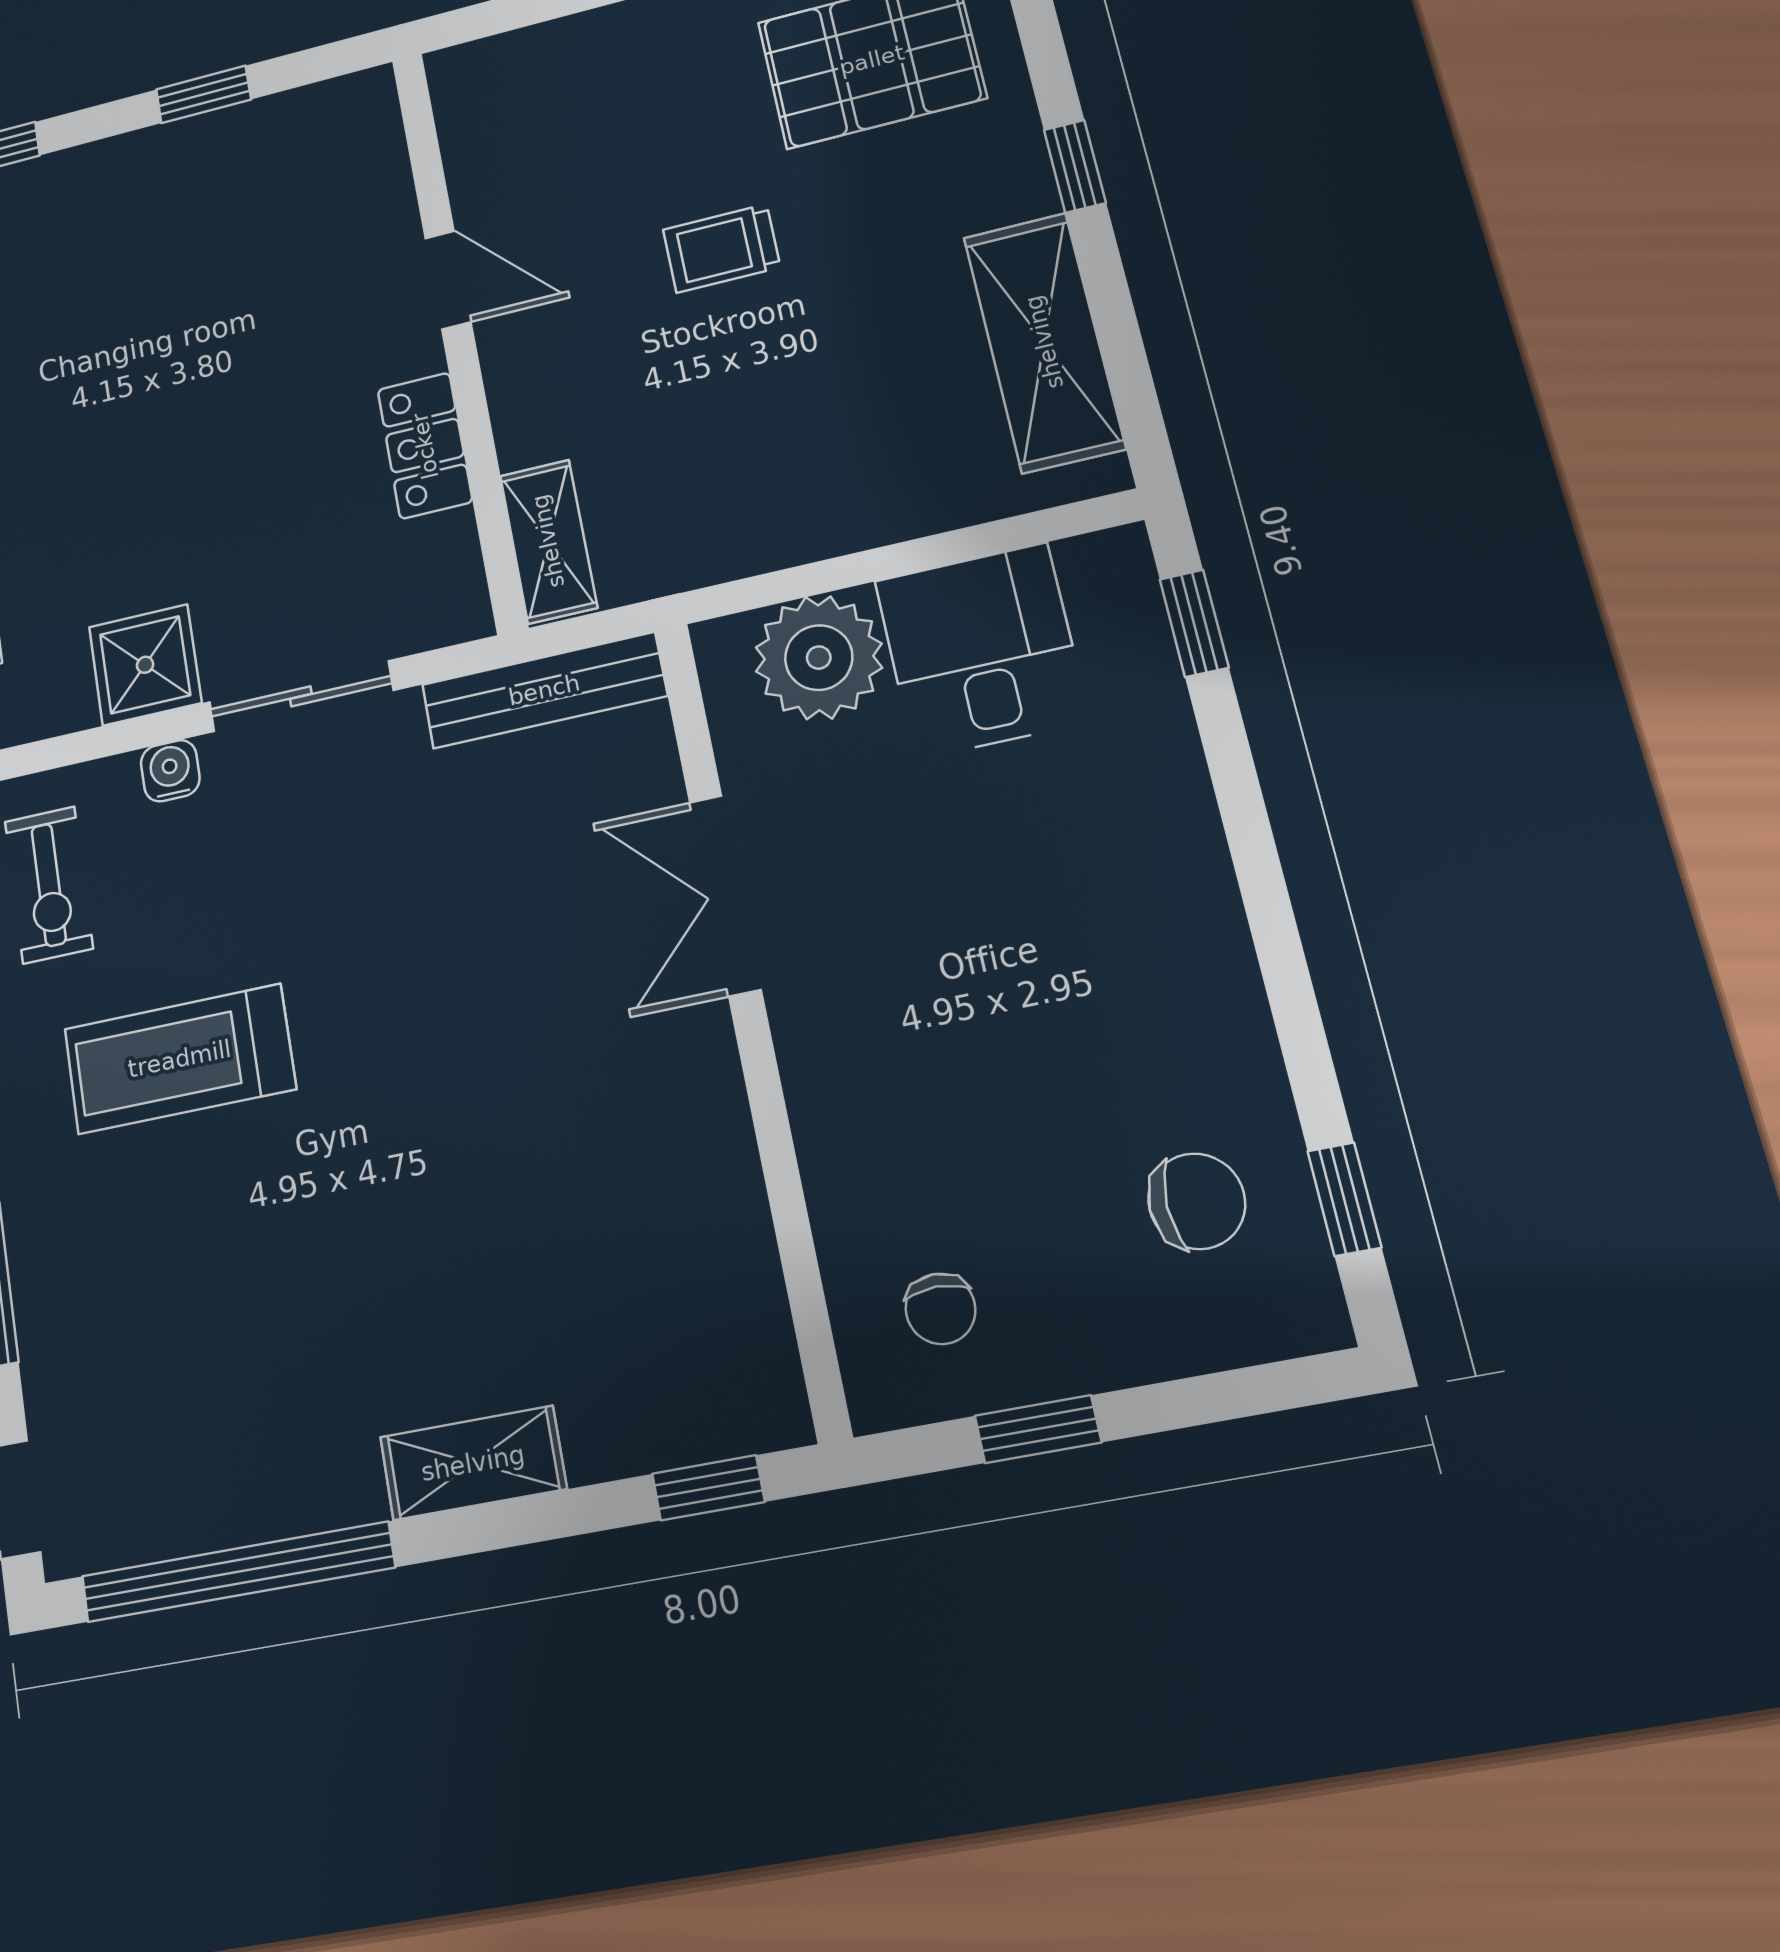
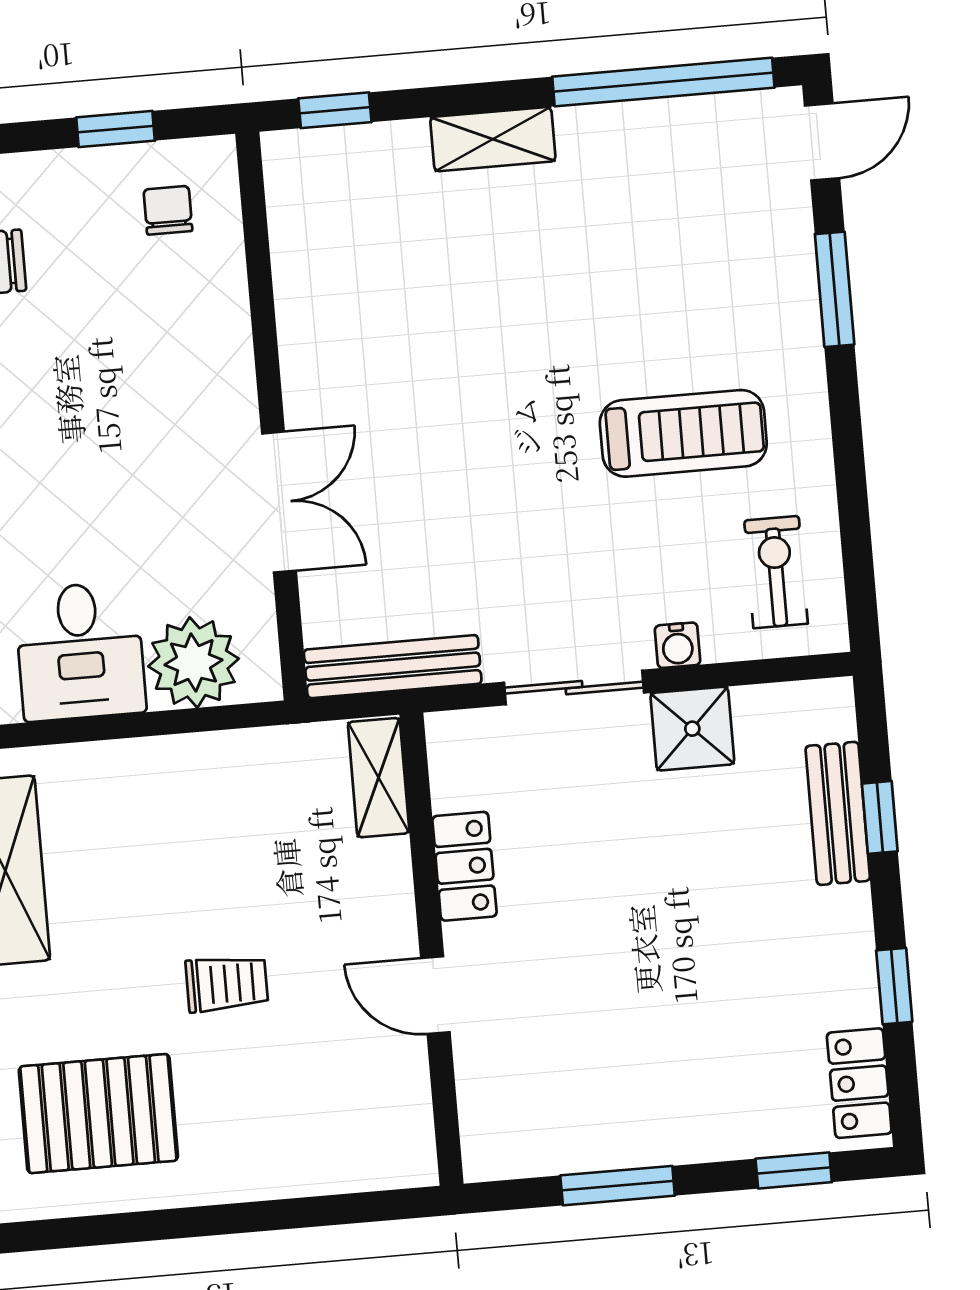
window: (203, 94) -> (618, 1186), width x1.50

